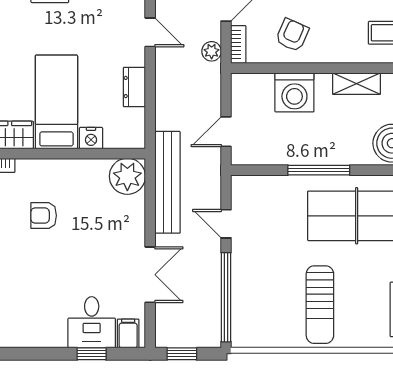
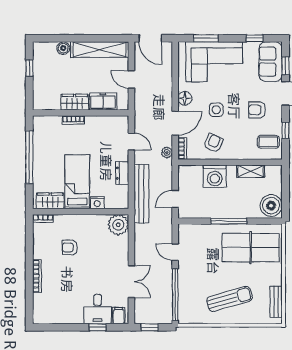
bench: (168, 182) -> (141, 194), moved
sun lounger: (320, 305) -> (229, 299), turned -106

